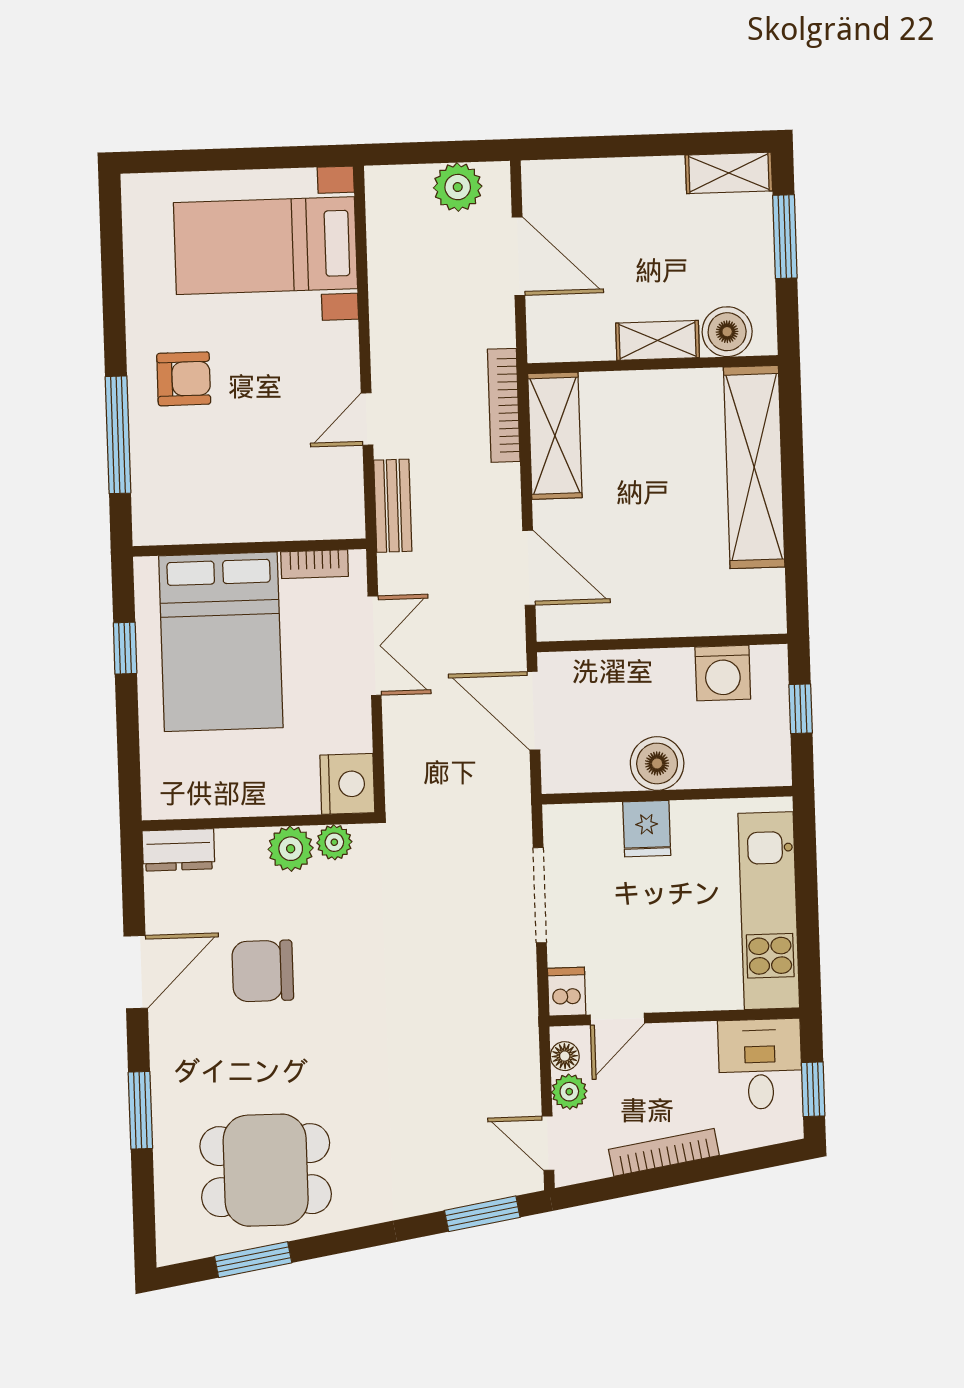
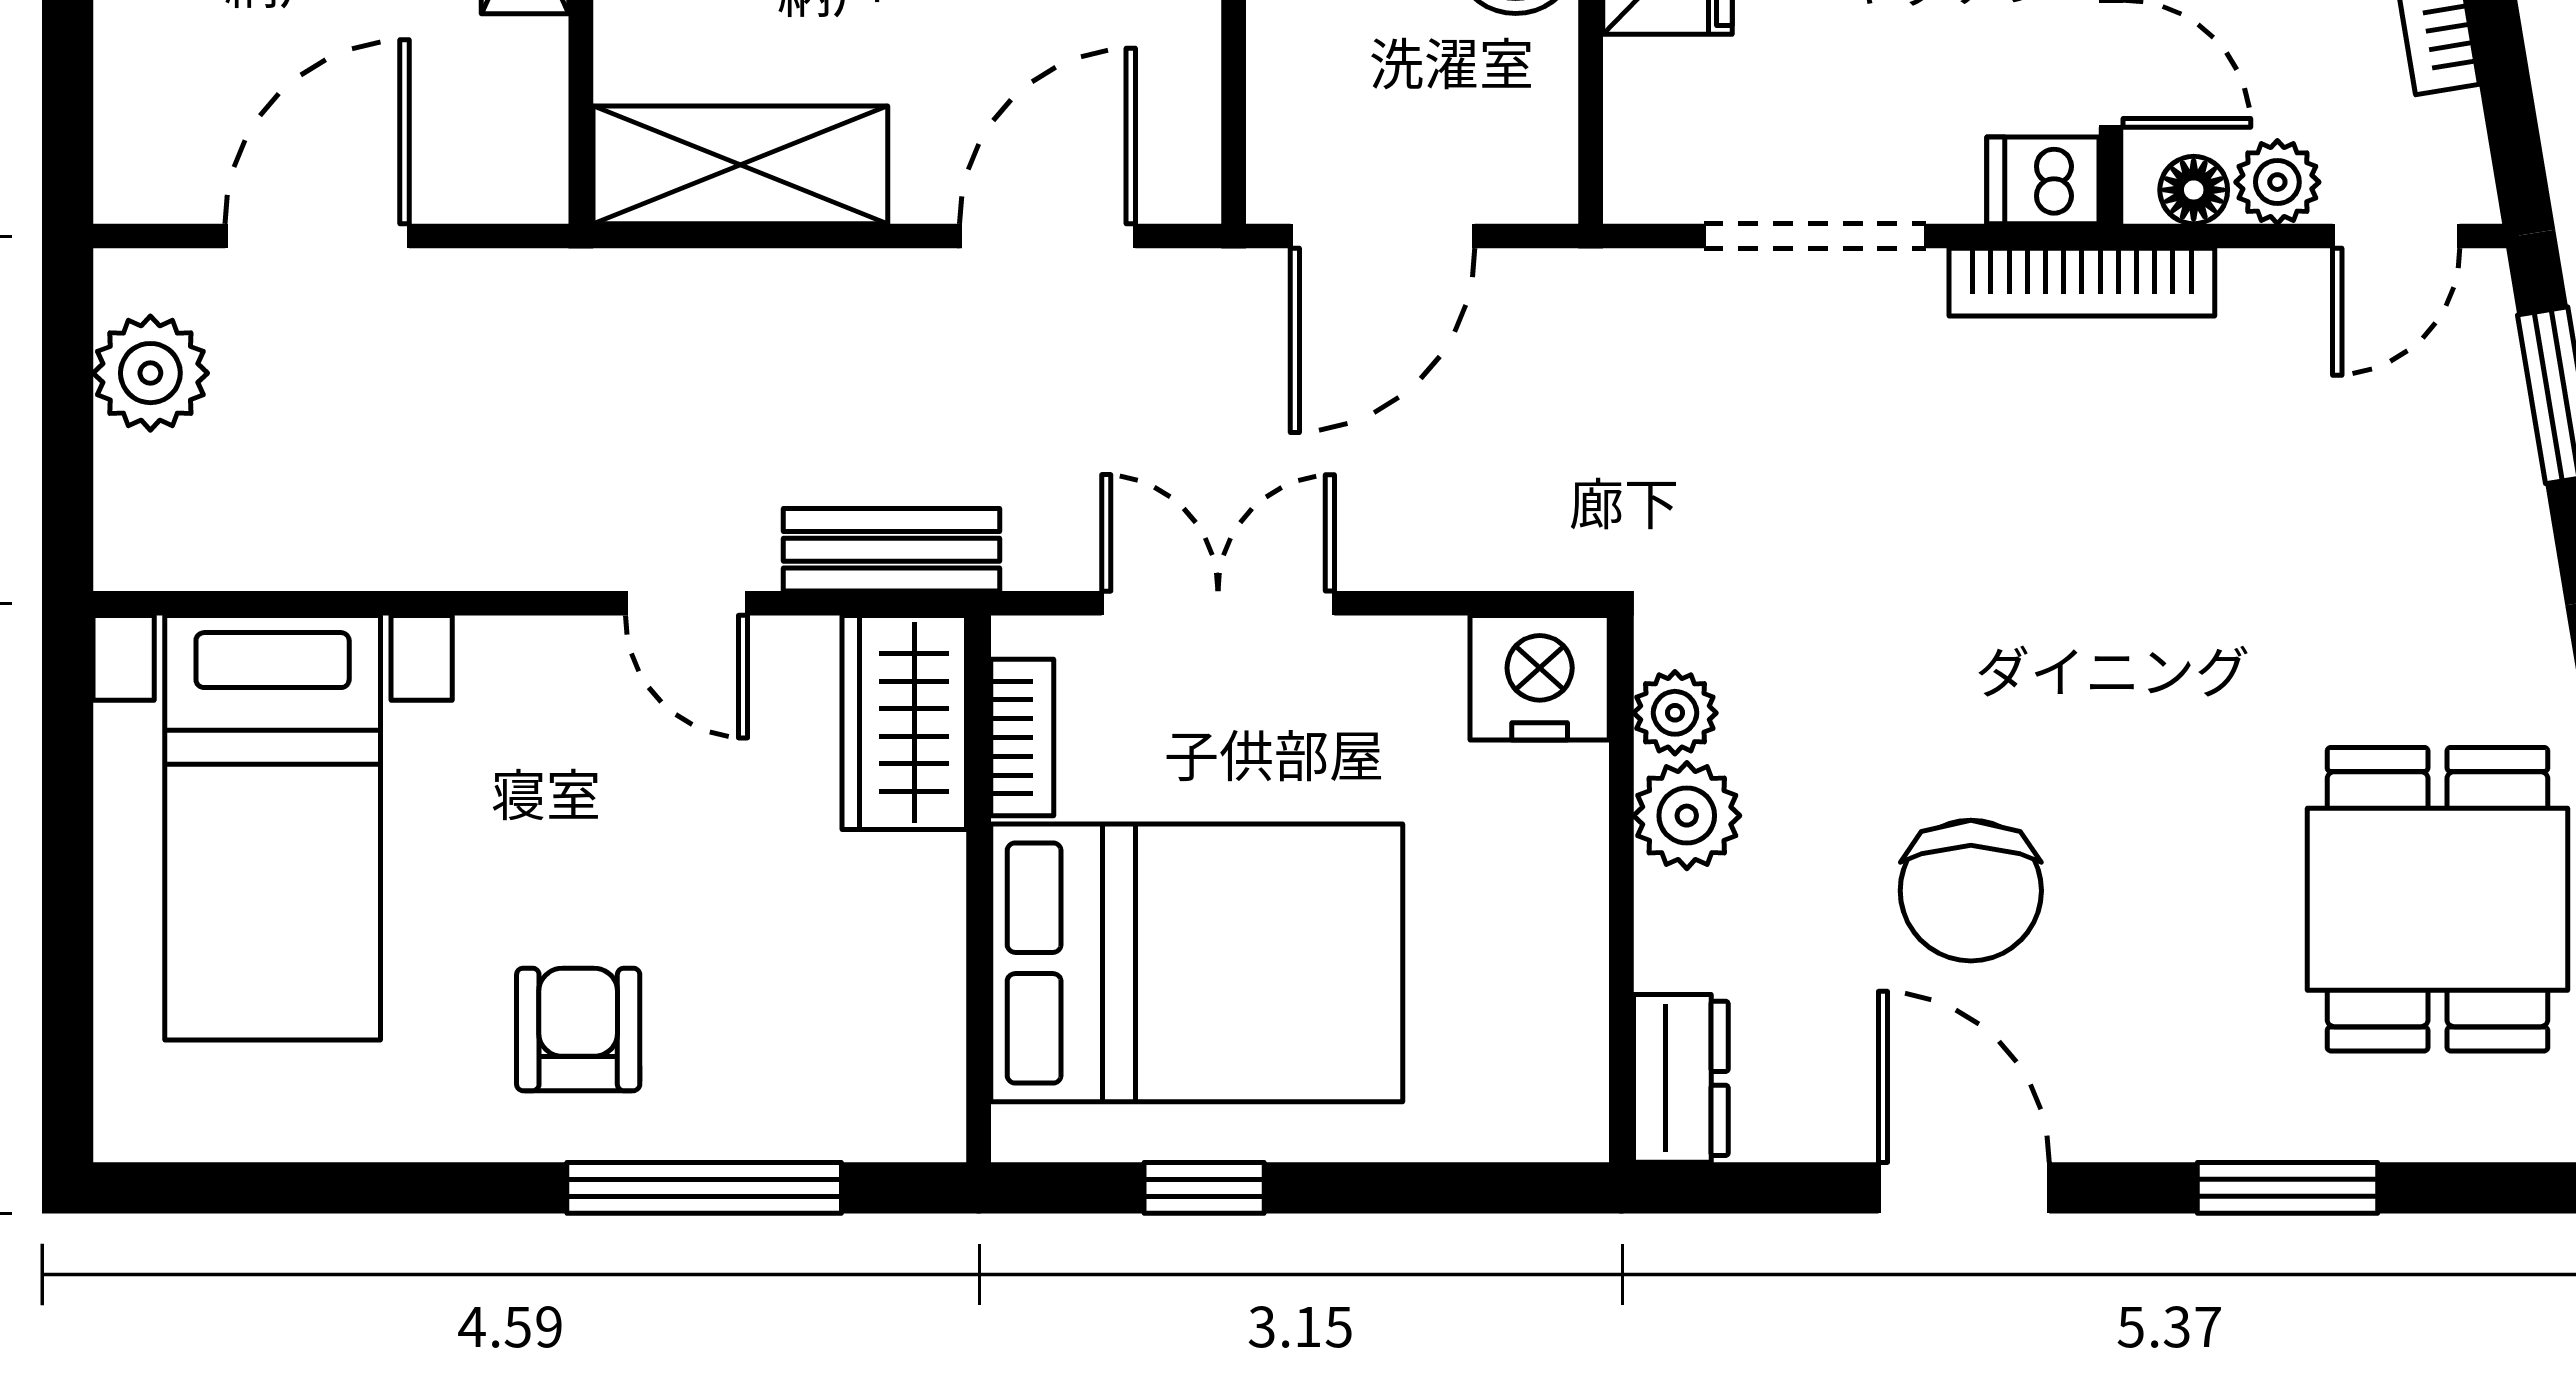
bookcase: (504, 405) -> (2082, 282), moved
wardrobe: (319, 514) -> (904, 723), added

